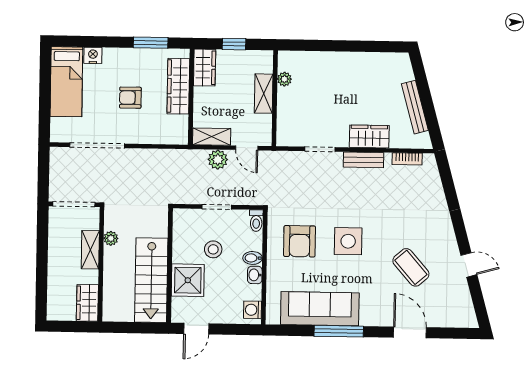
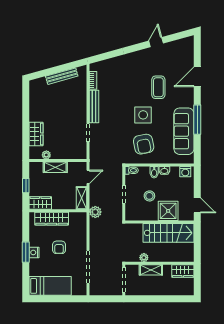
window: (151, 43) -> (26, 252), moved
nightstand: (93, 55) -> (34, 252), moved
wardrobe: (369, 136) -> (36, 134), moved, turned 180
plant: (218, 160) -> (95, 212), moved
bench: (364, 160) -> (94, 107), width x1.36
armchair: (300, 241) -> (144, 144), turned 79
coffee table: (411, 267) -> (158, 87), moved, turned -49

